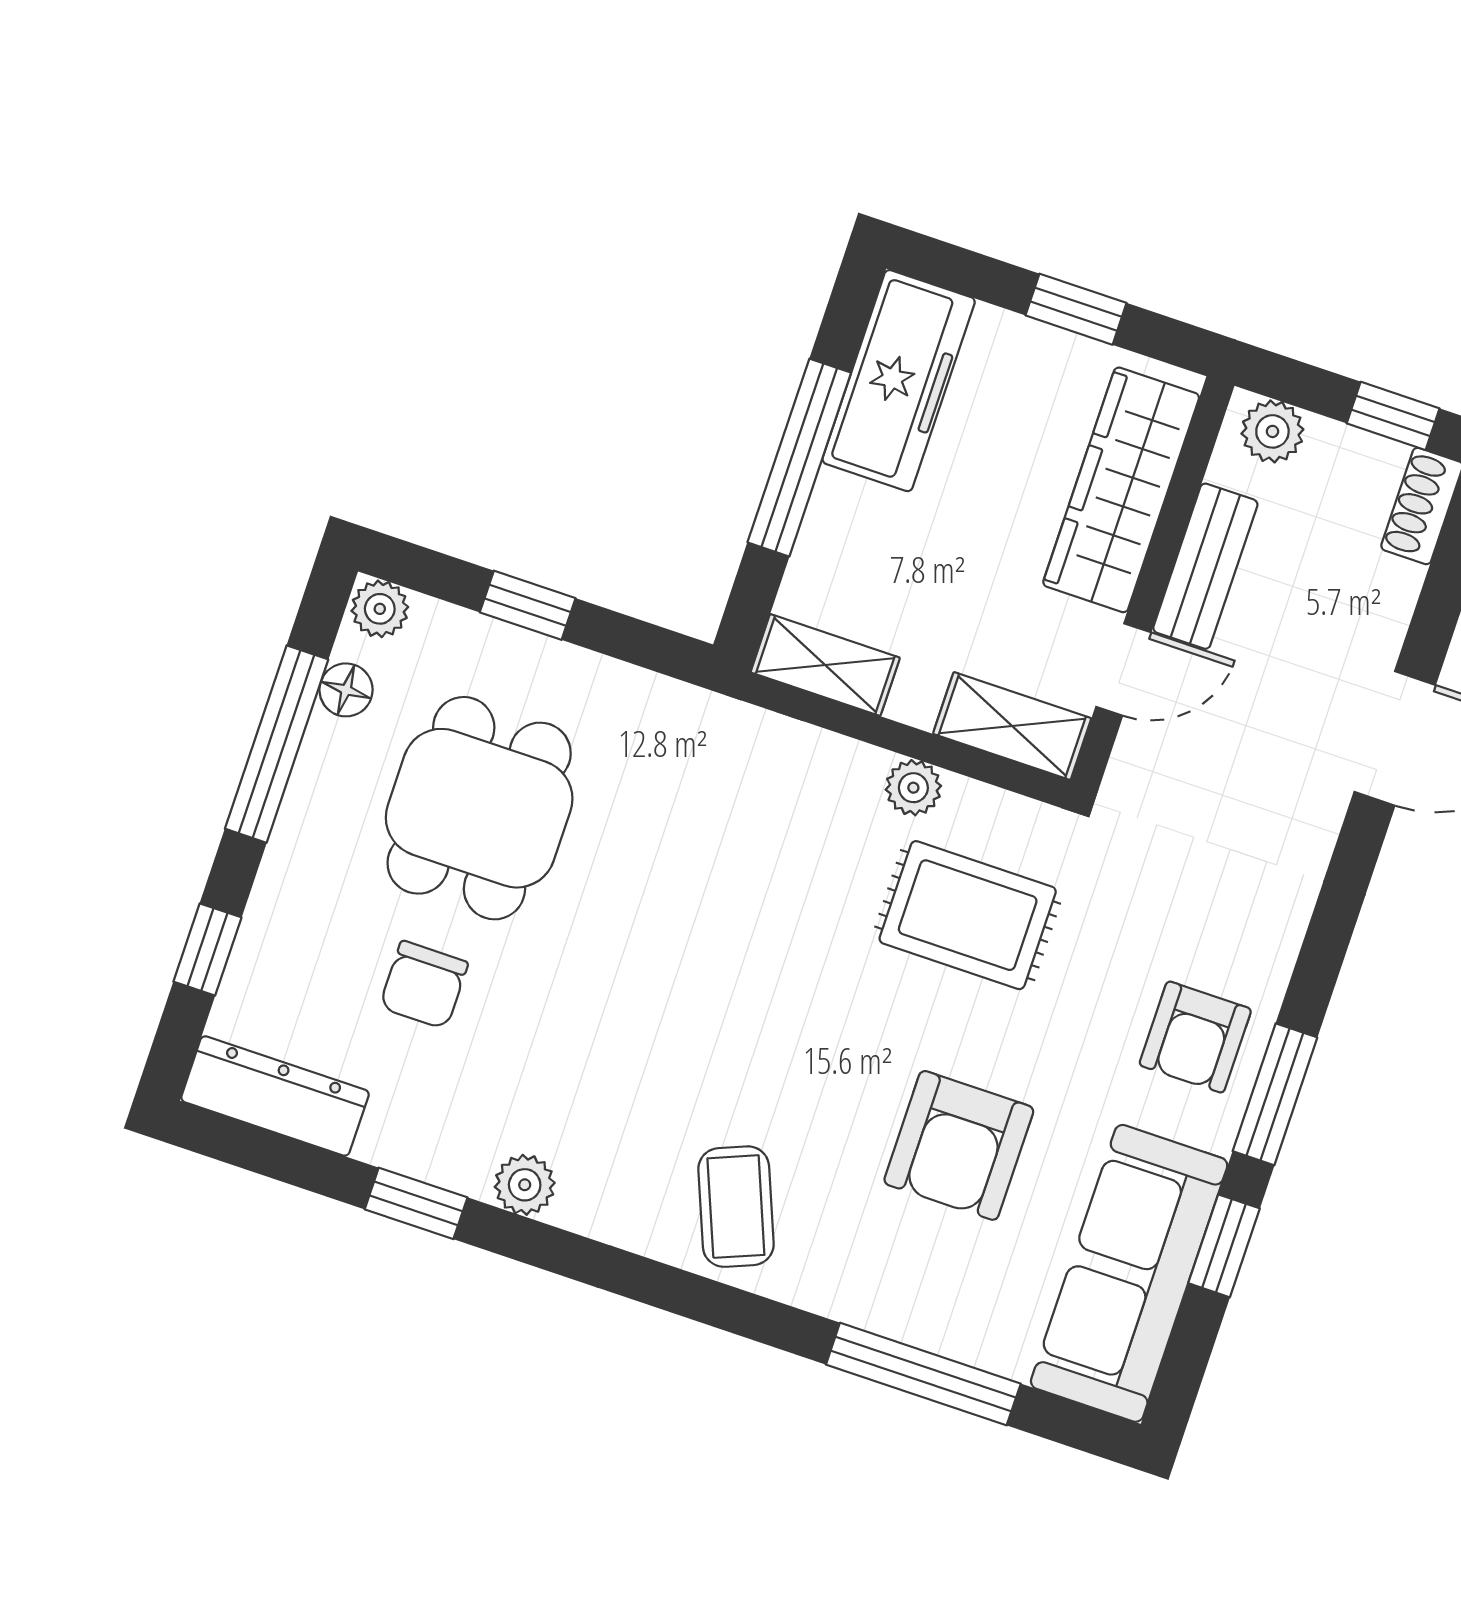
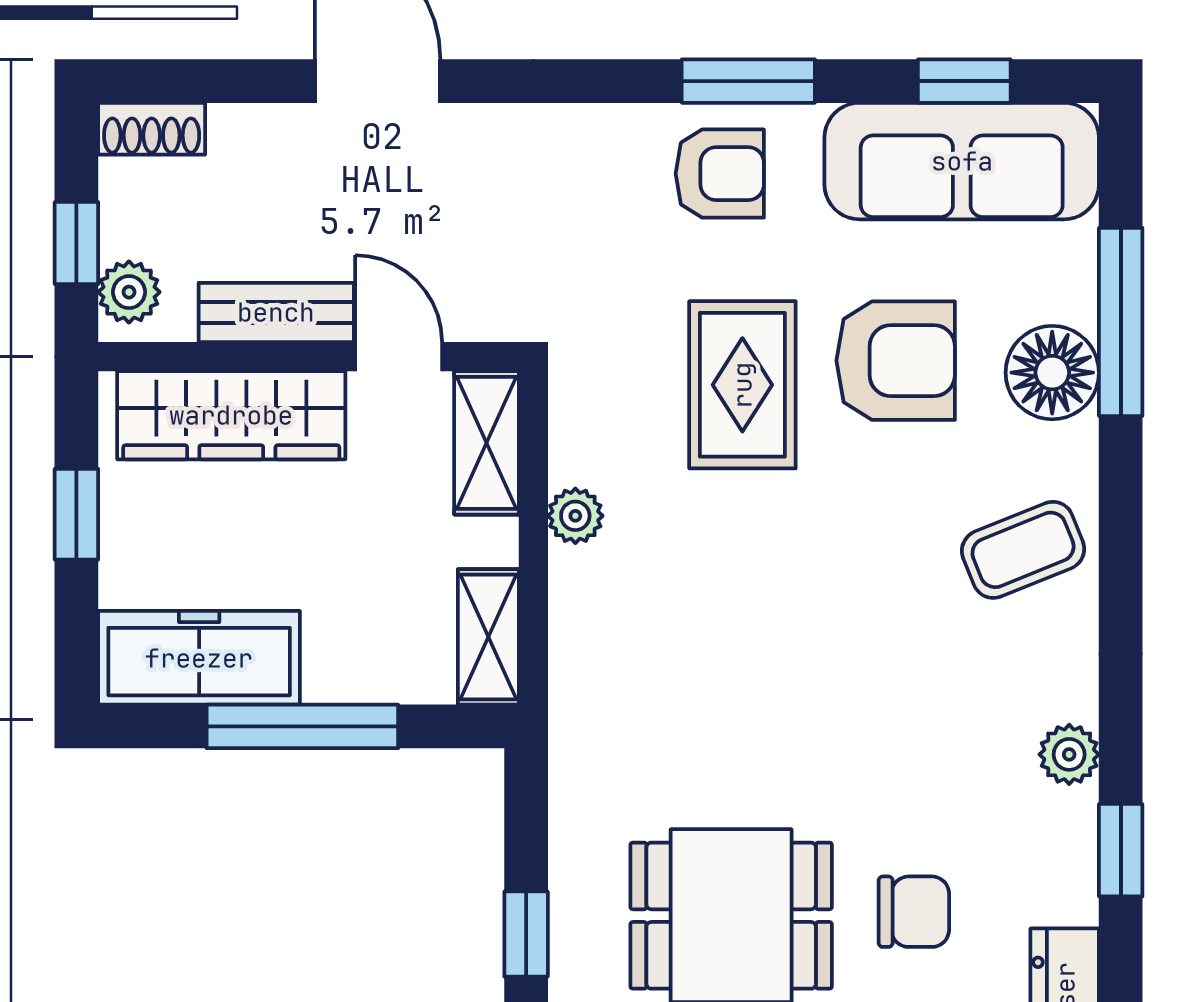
window: (1393, 416) -> (76, 243), moved
rug: (968, 915) -> (742, 385), moved
window: (1224, 1246) -> (964, 81), moved
floor lamp: (897, 1292) -> (1052, 373), added

